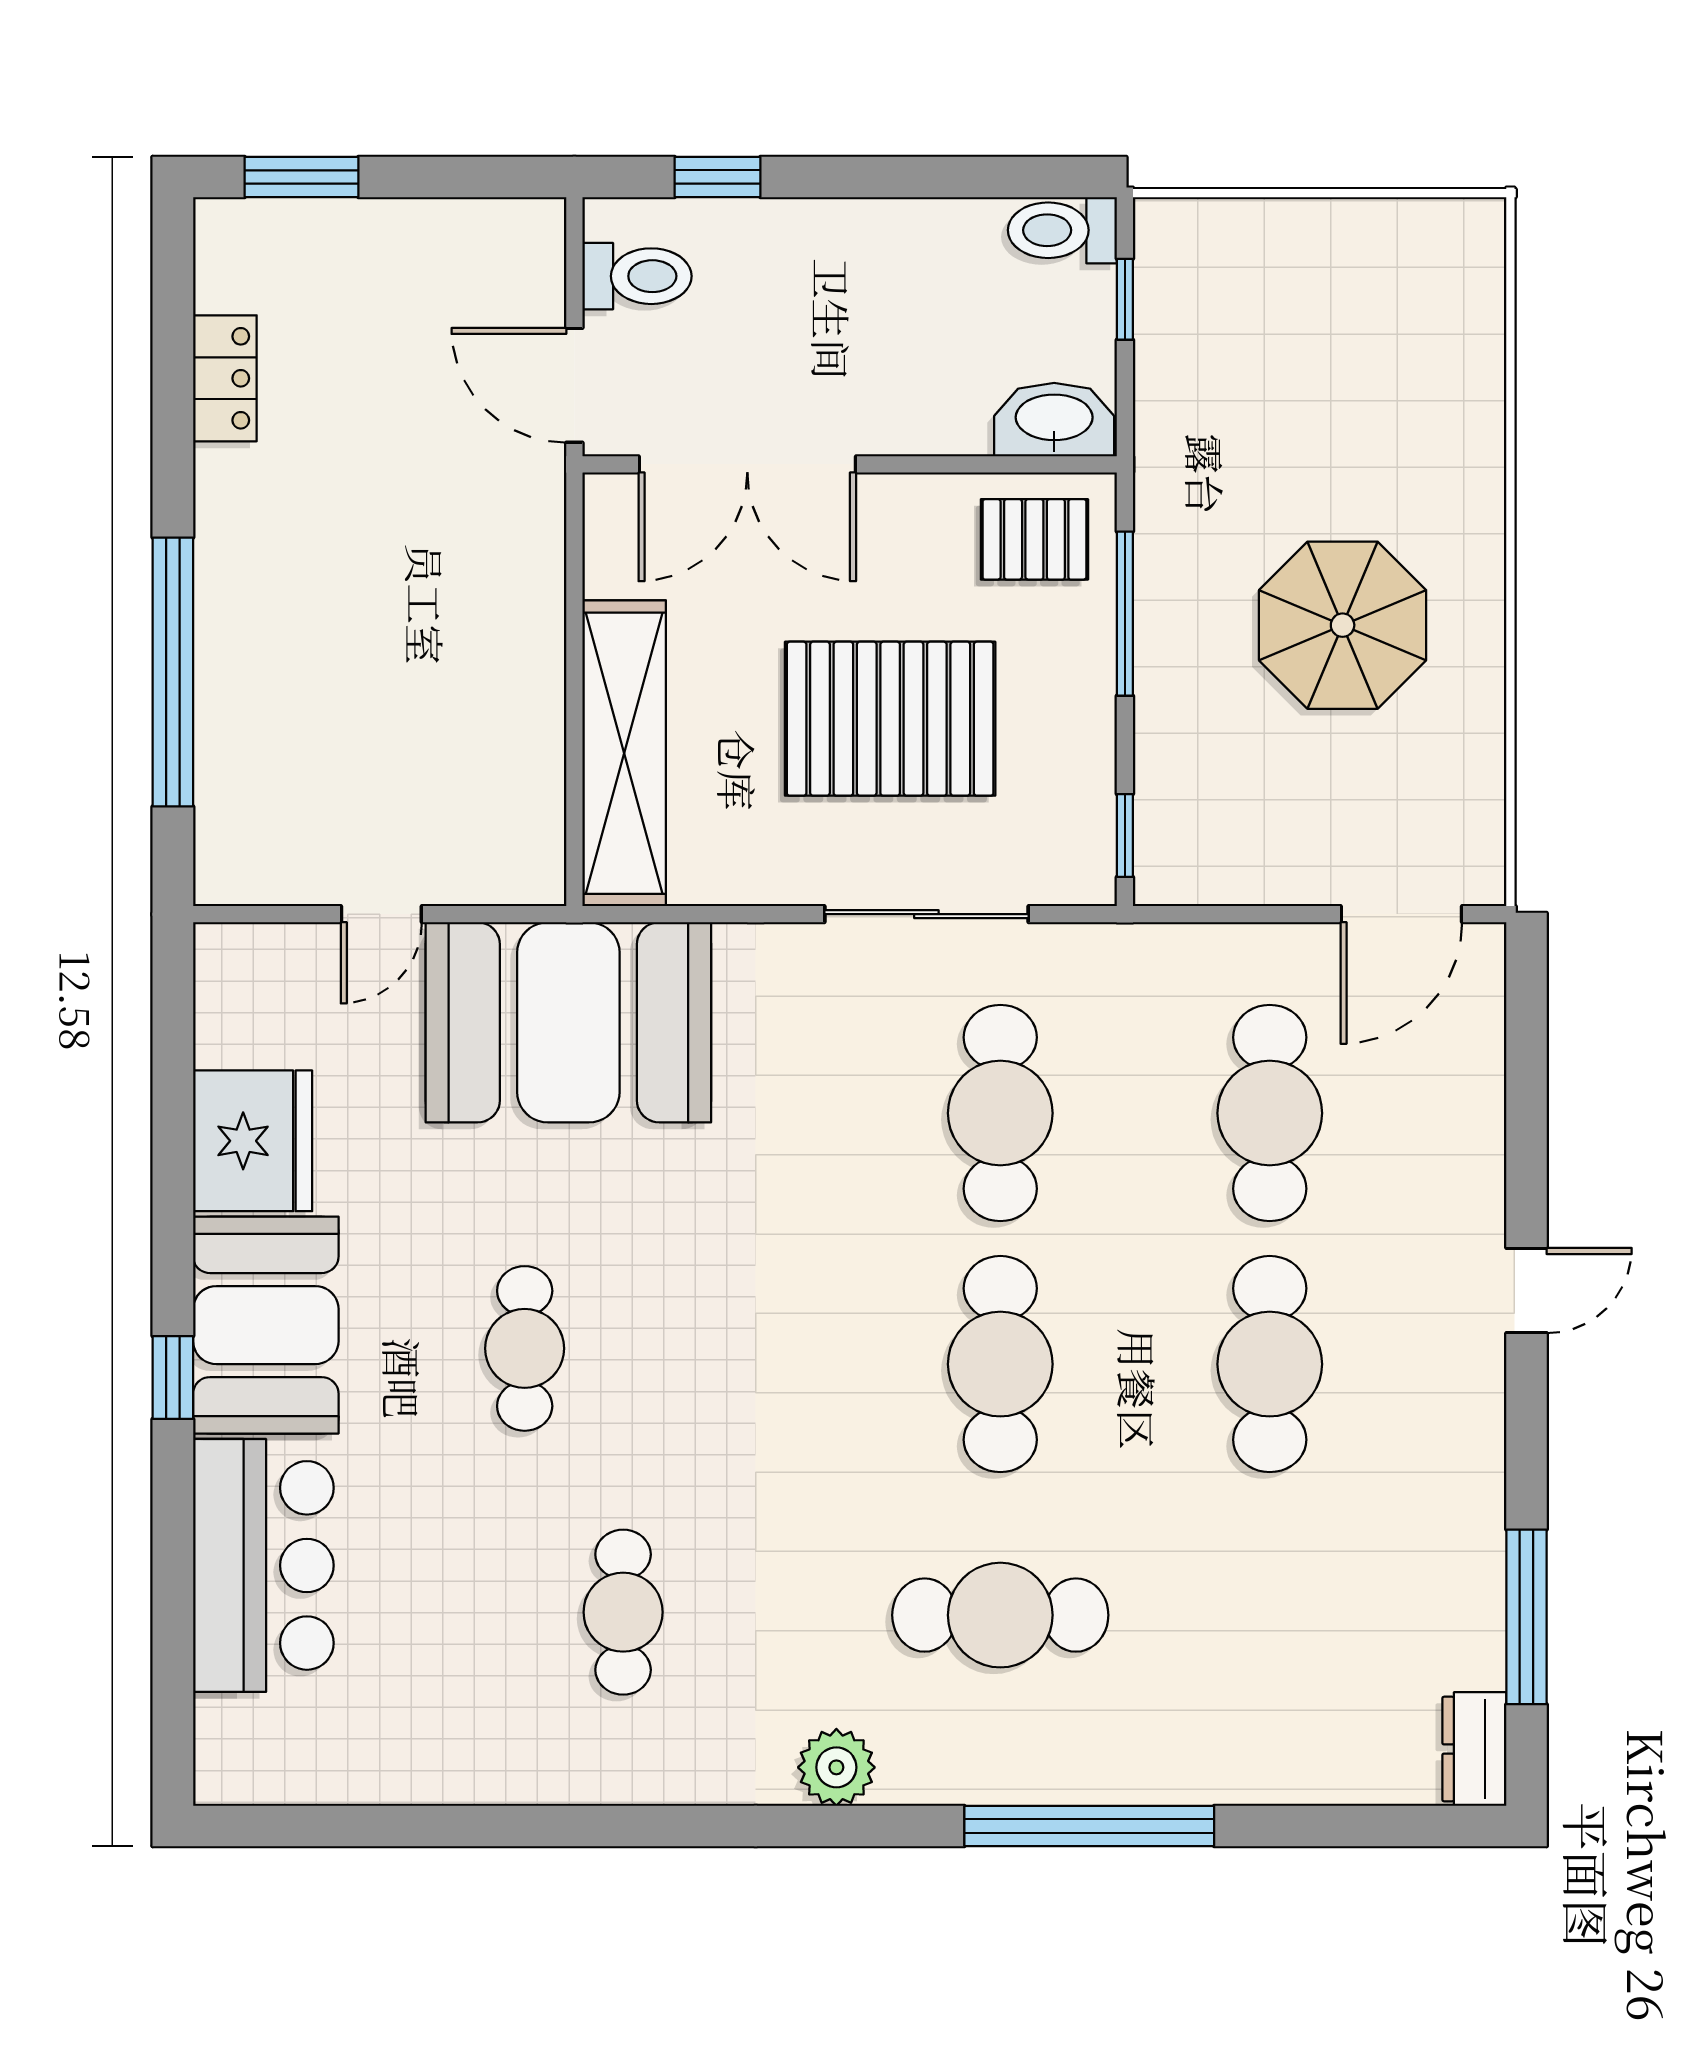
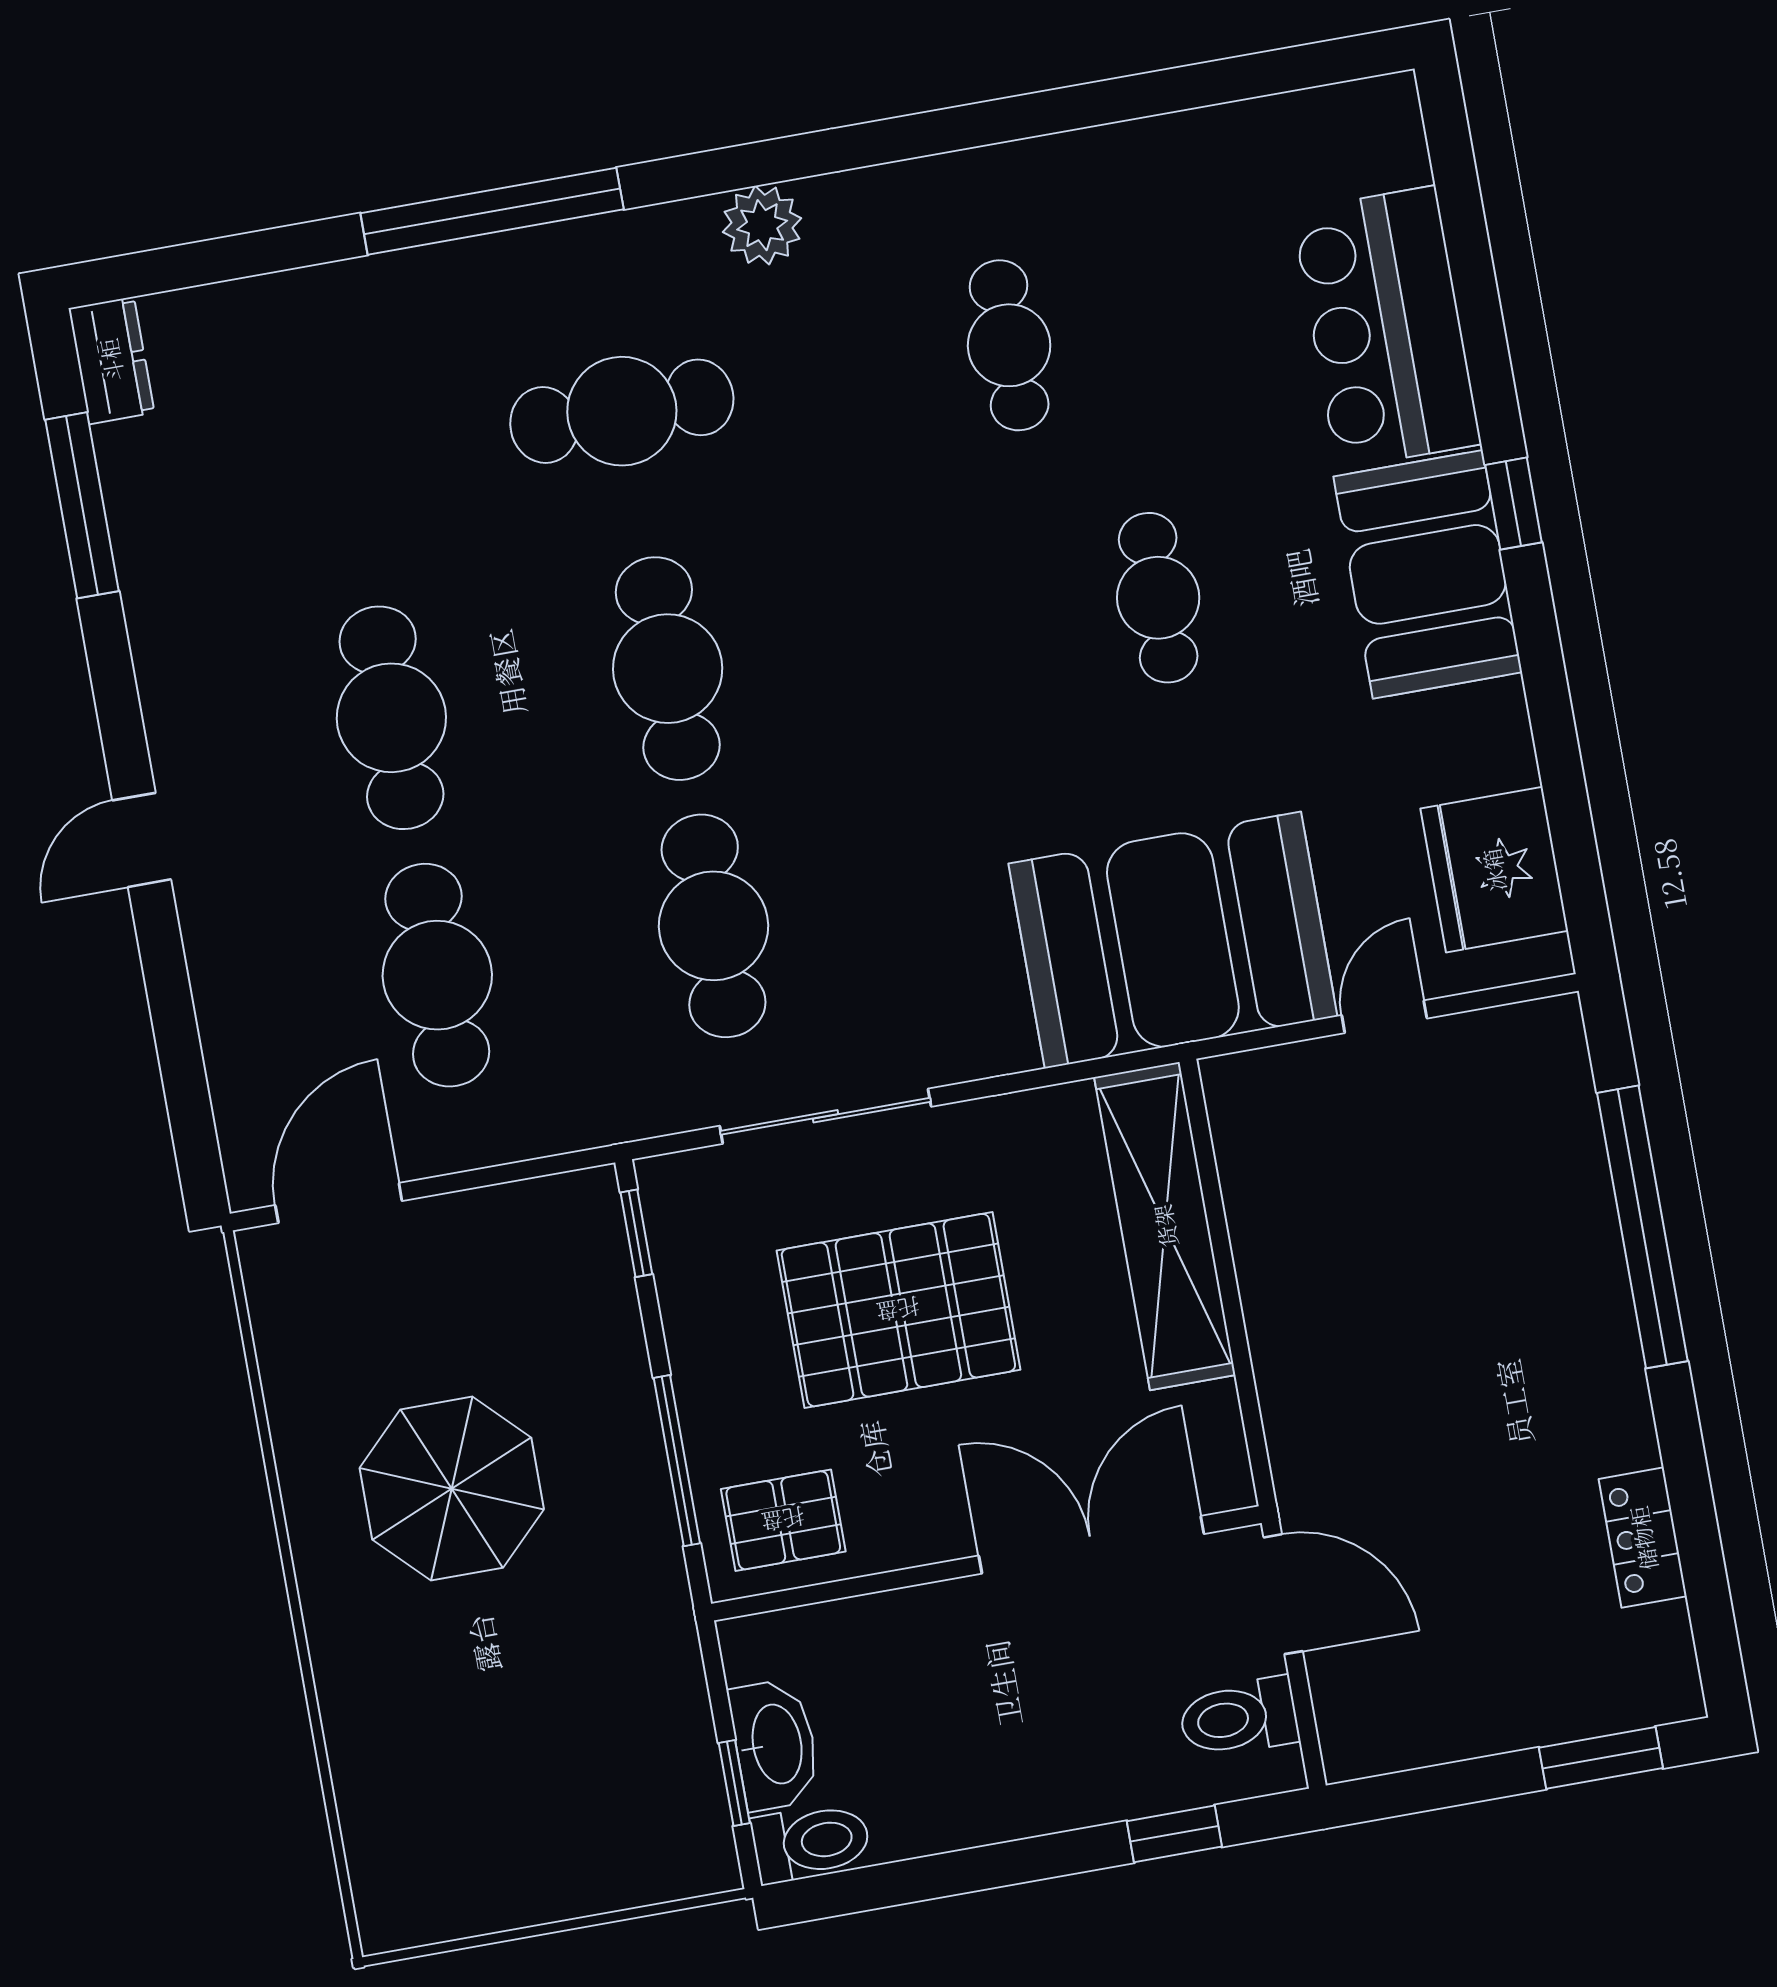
washbasin: (1054, 420) -> (775, 1744), moved, turned -90
fridge: (253, 1141) -> (1494, 870), moved

